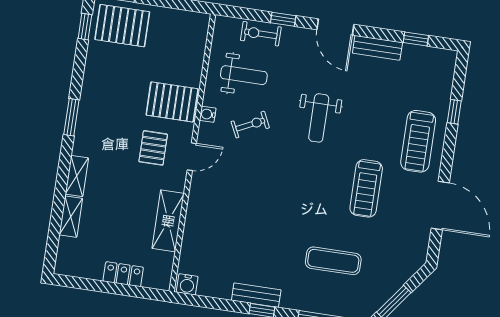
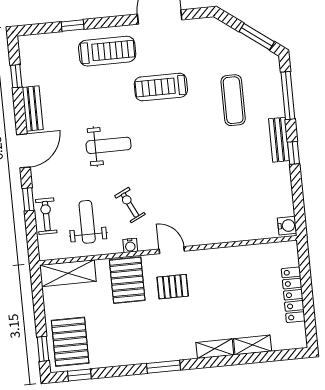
exercise bike: (261, 34) -> (46, 216), turned 180
treadmill: (366, 188) -> (161, 87), turned 180
shelving: (168, 221) -> (68, 273), moved
locker: (123, 274) -> (293, 295), width x1.53
bench: (256, 295) -> (279, 140), moved

